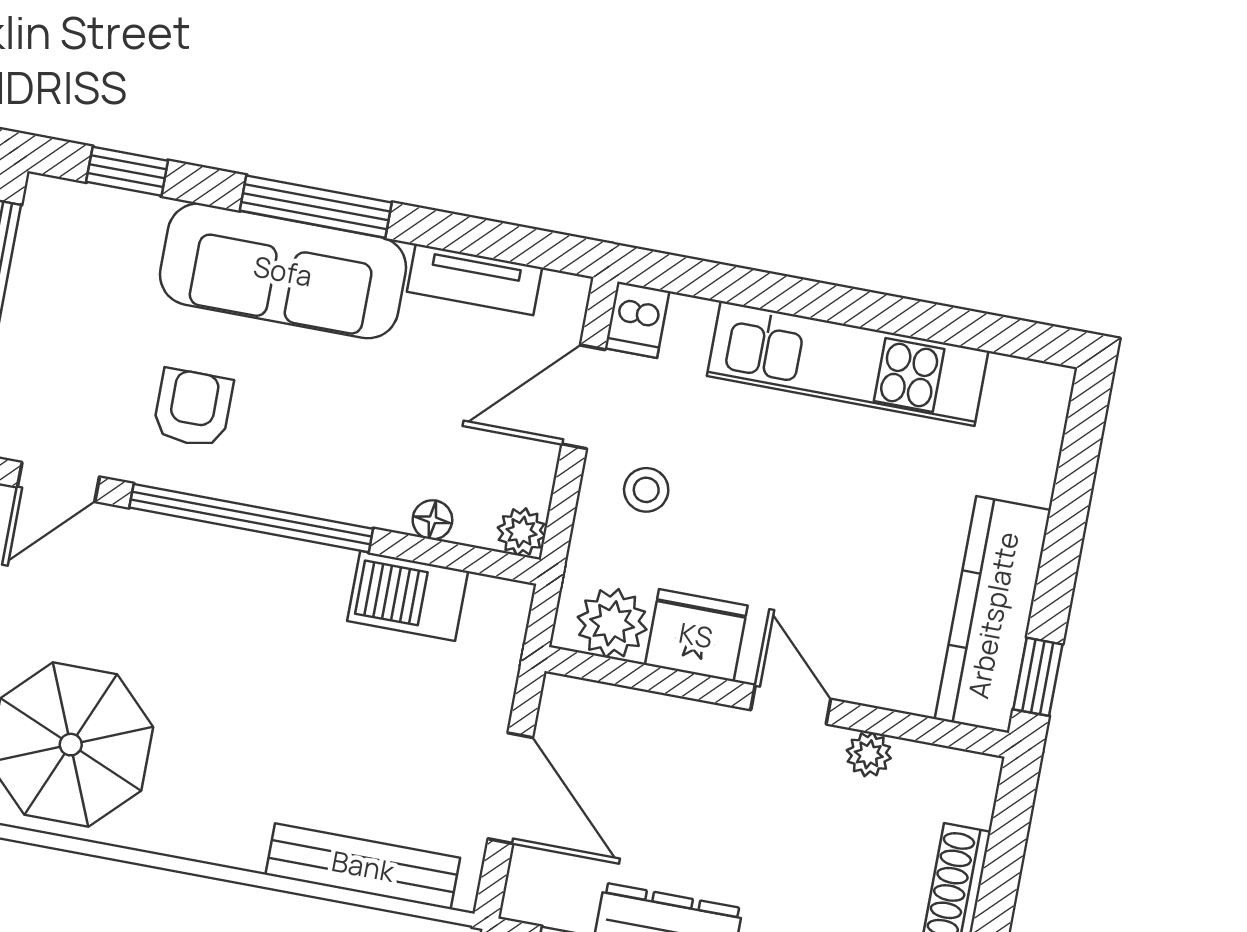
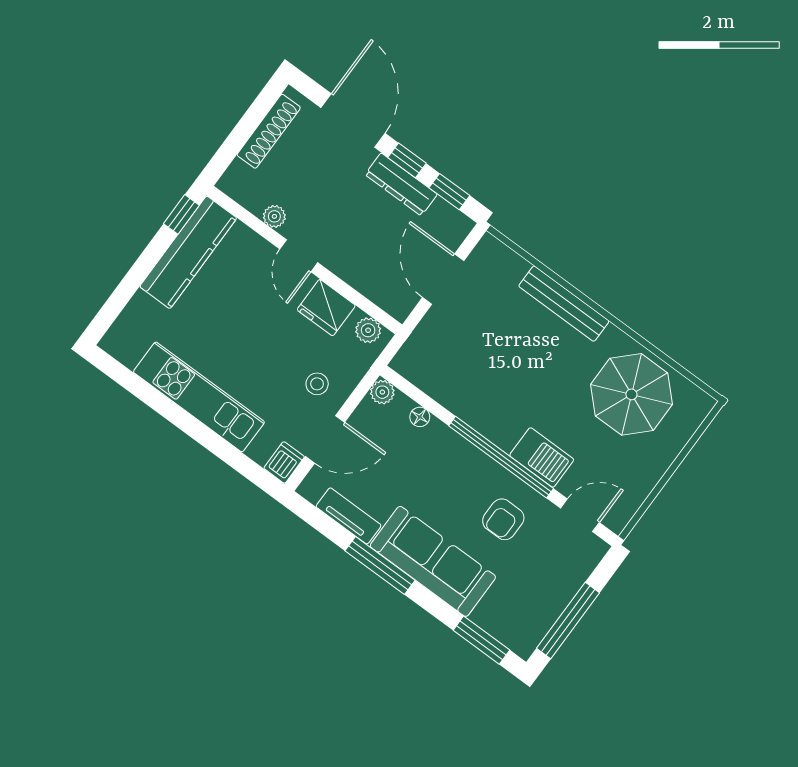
window: (127, 171) -> (481, 640), width x1.50
window: (316, 207) -> (380, 565), moved
barbecue: (408, 596) -> (542, 457), moved
plant: (612, 623) -> (368, 330), width x0.73, depth x0.73
bench: (363, 866) -> (564, 304), moved

